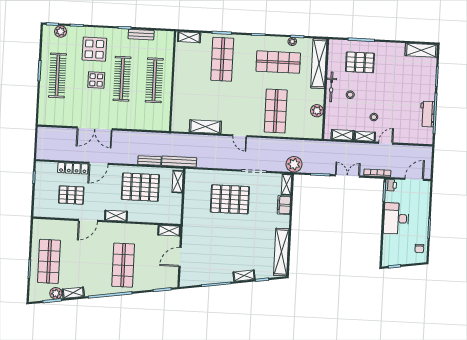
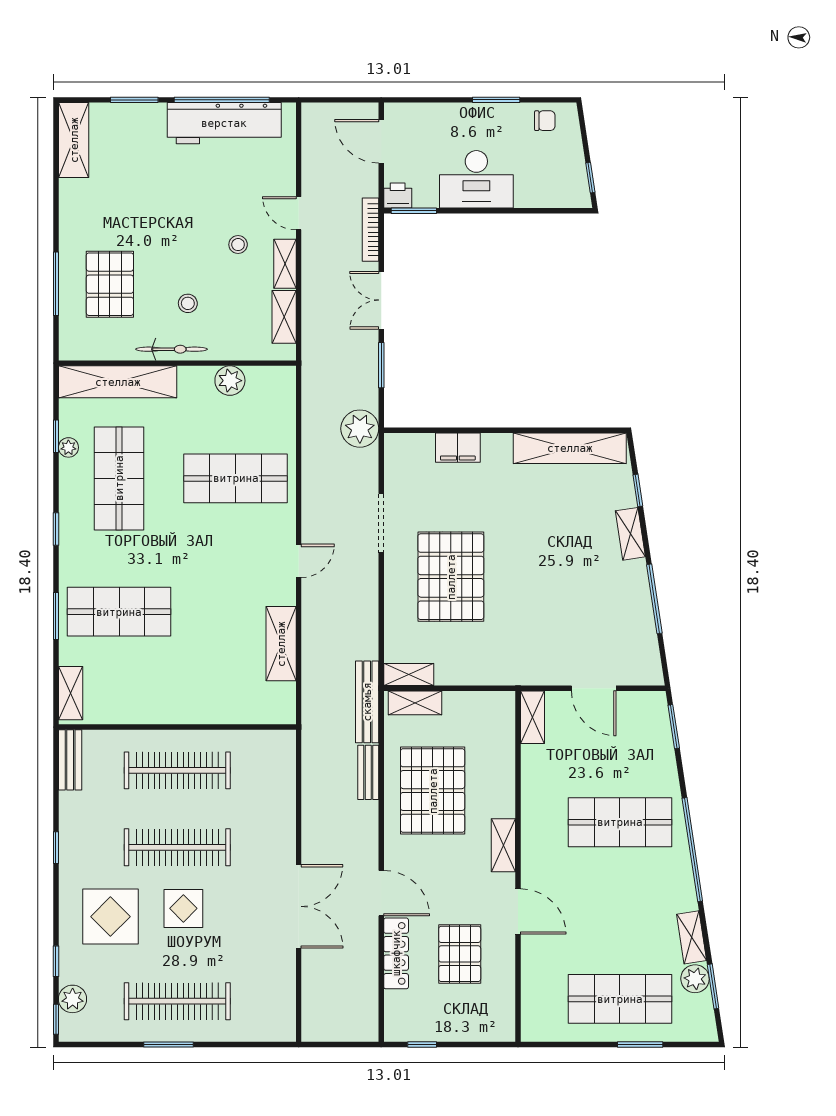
bench: (141, 35) -> (70, 760), moved
workbench: (427, 114) -> (224, 123), width x1.88, depth x1.32
shelving: (286, 184) -> (409, 675), moved

